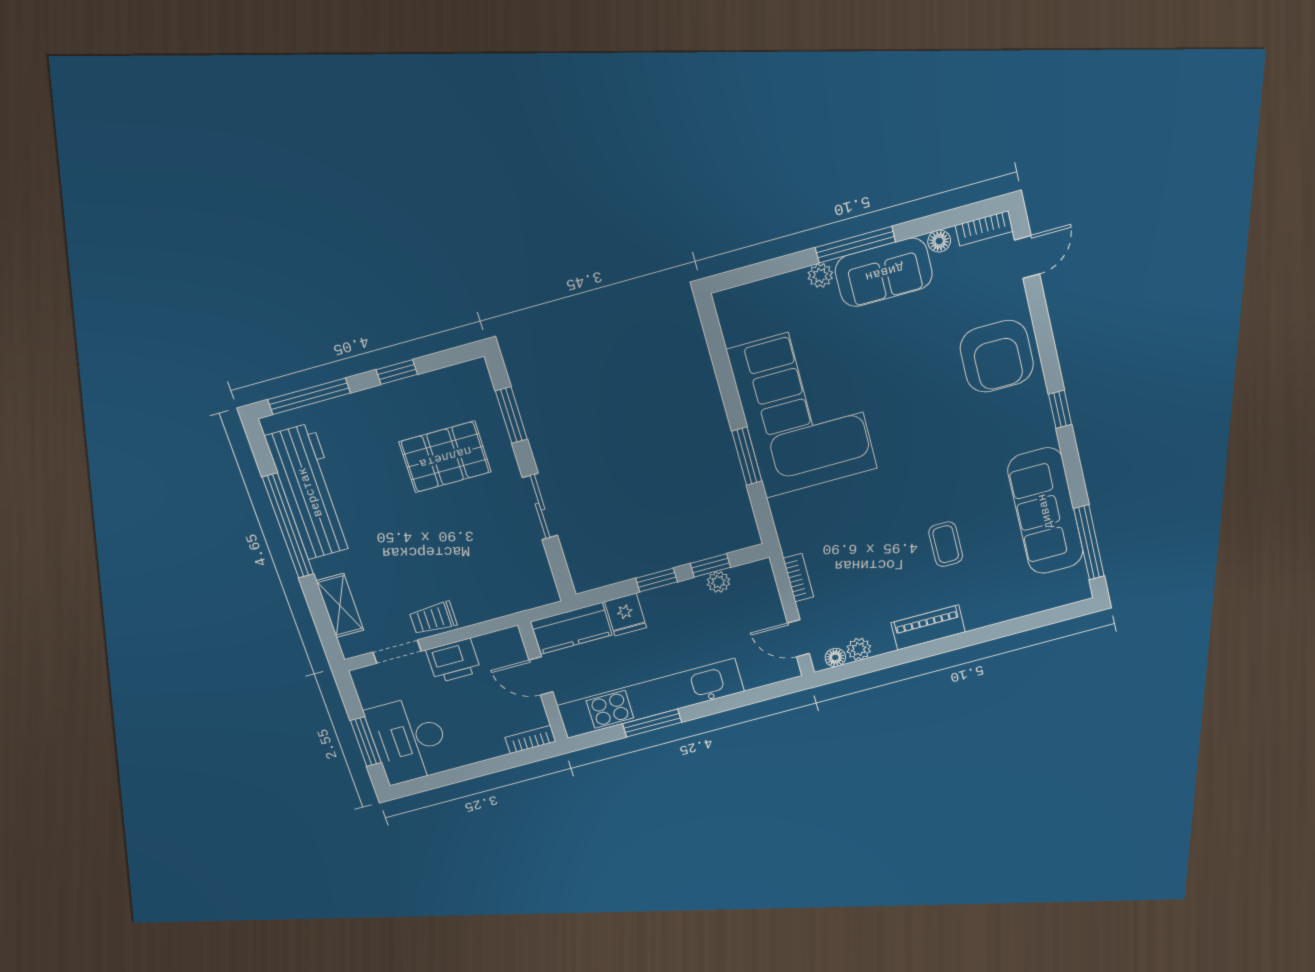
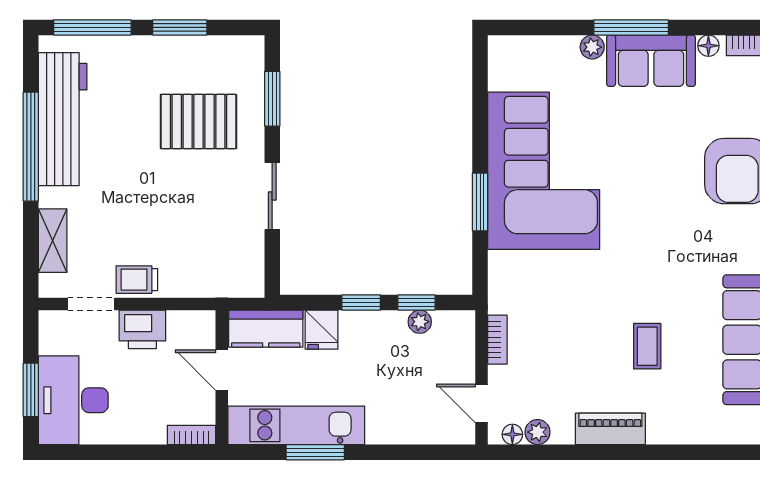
window: (397, 372) -> (180, 27), width x1.50
kitchen unit: (651, 698) -> (296, 425), width x0.73

